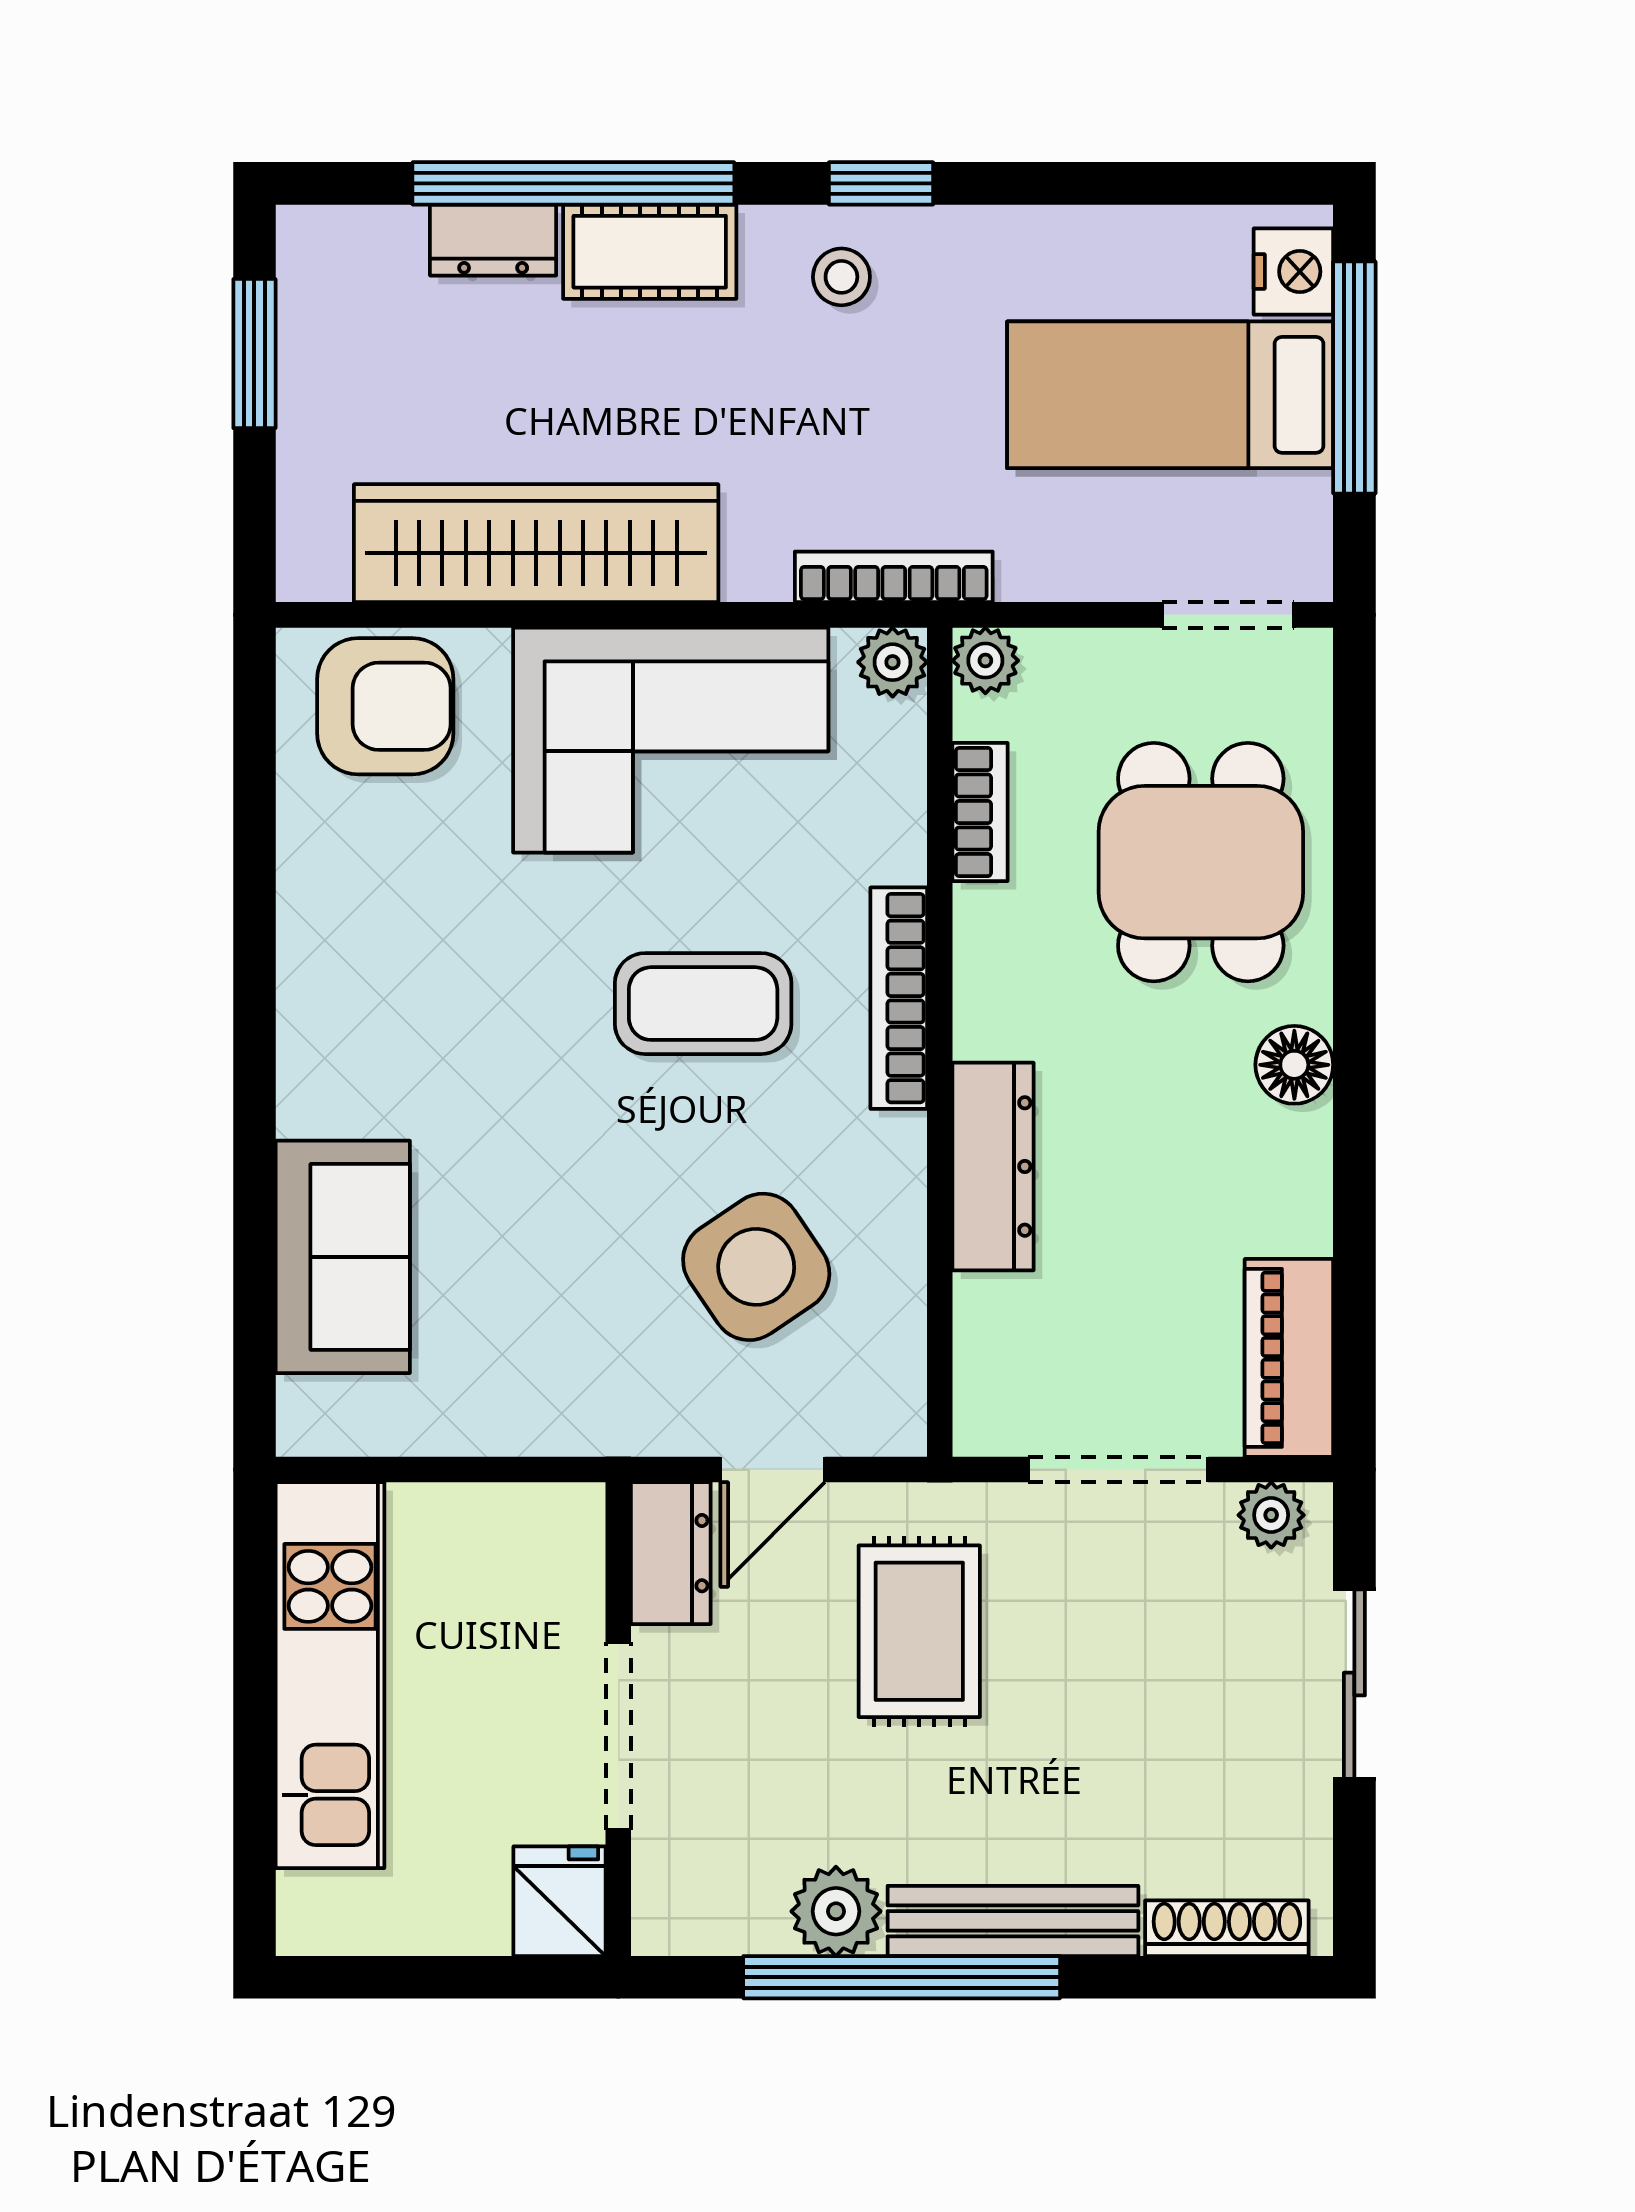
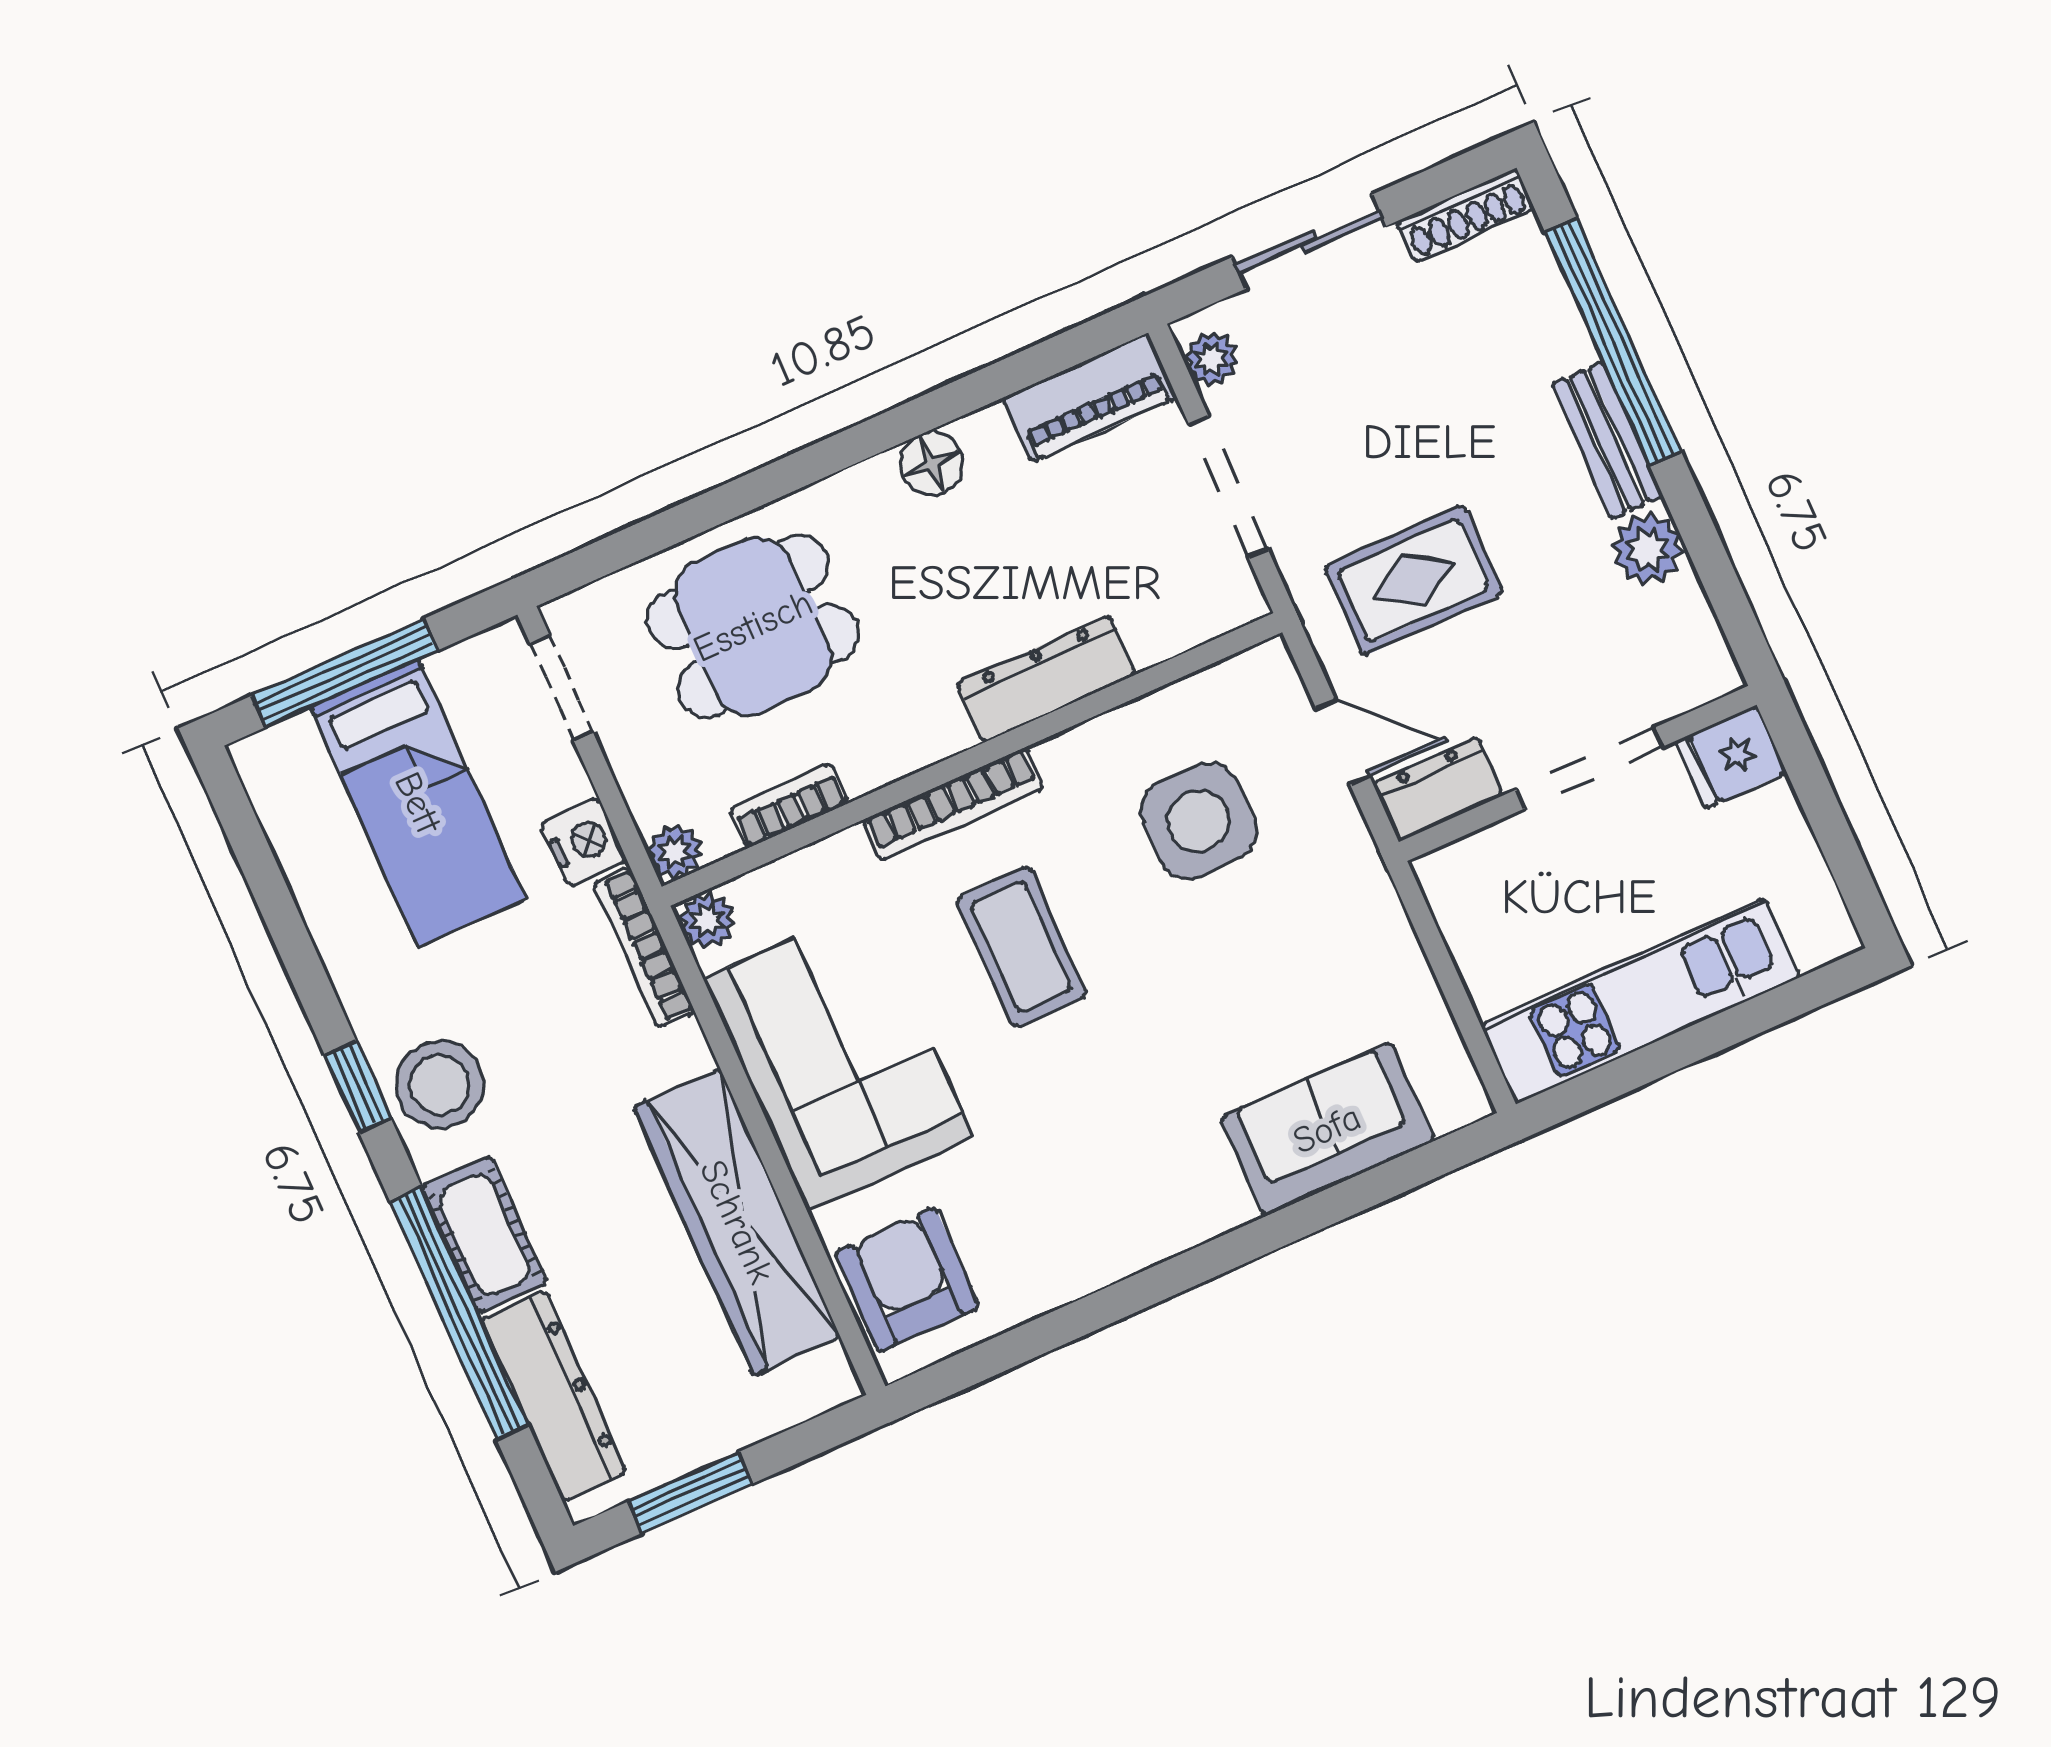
dresser: (493, 240) -> (554, 1396), width x1.96, depth x1.24
nightstand: (1293, 271) -> (584, 842), moved, turned 90
stool: (841, 277) -> (440, 1085), width x1.89, depth x1.89
floor lamp: (1294, 1065) -> (932, 463), moved
side table: (756, 1267) -> (1198, 821), turned 34
bench: (1013, 1921) -> (1607, 440), width x0.73
shoe rack: (1227, 1928) -> (1465, 215), moved, turned -90
window: (902, 1977) -> (1613, 342), moved

